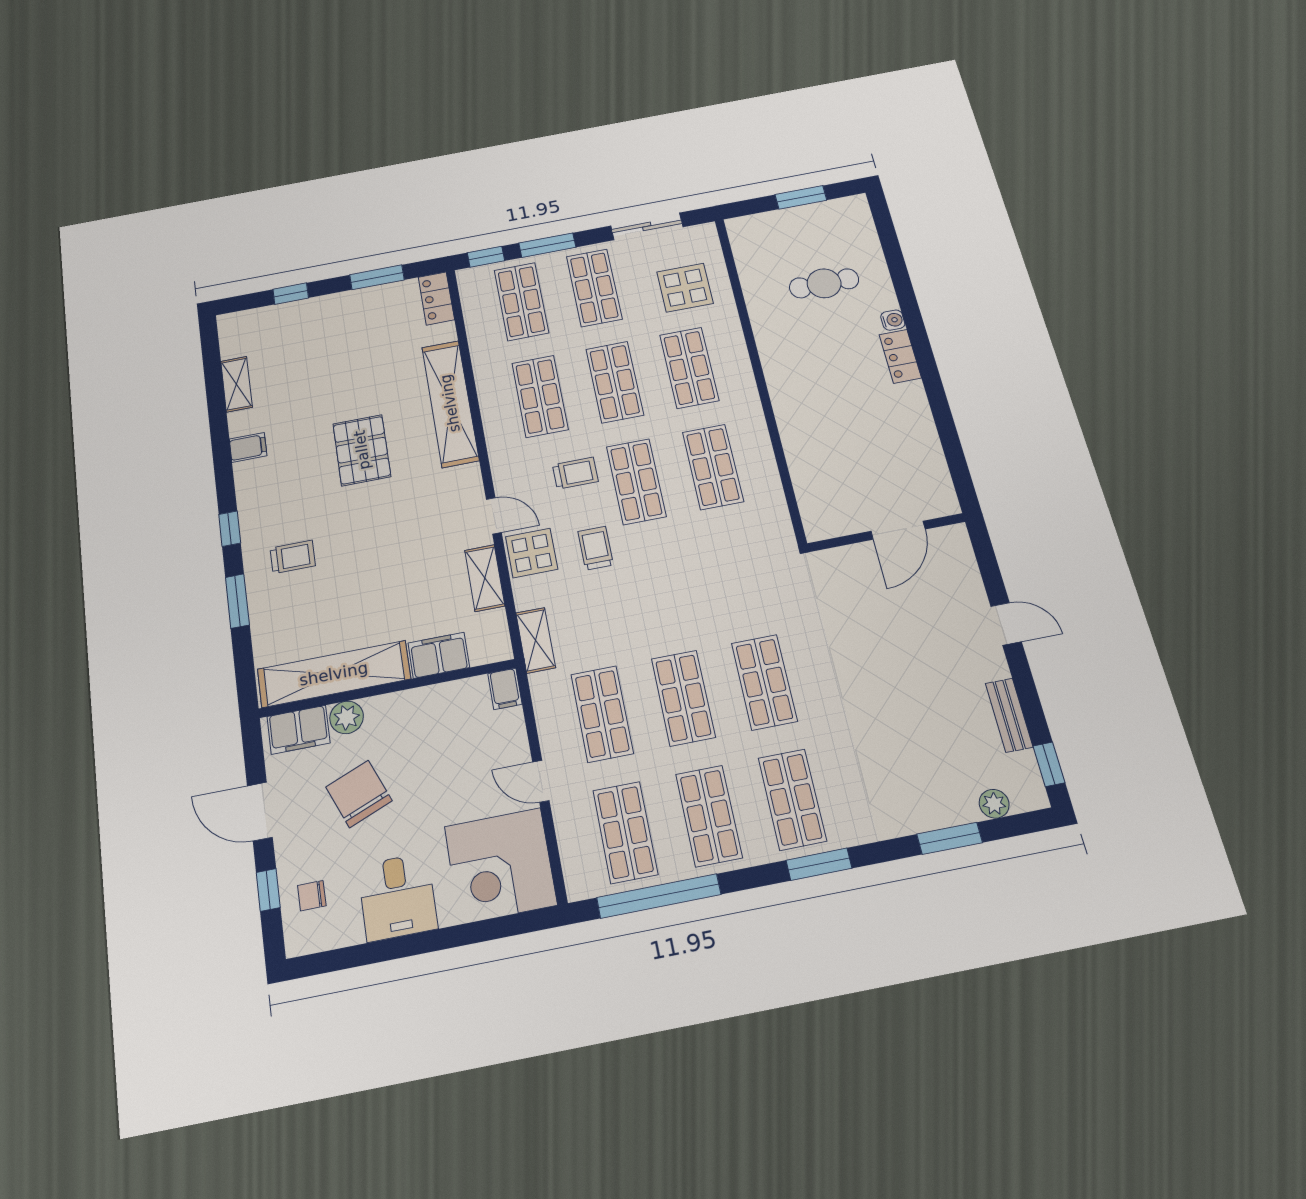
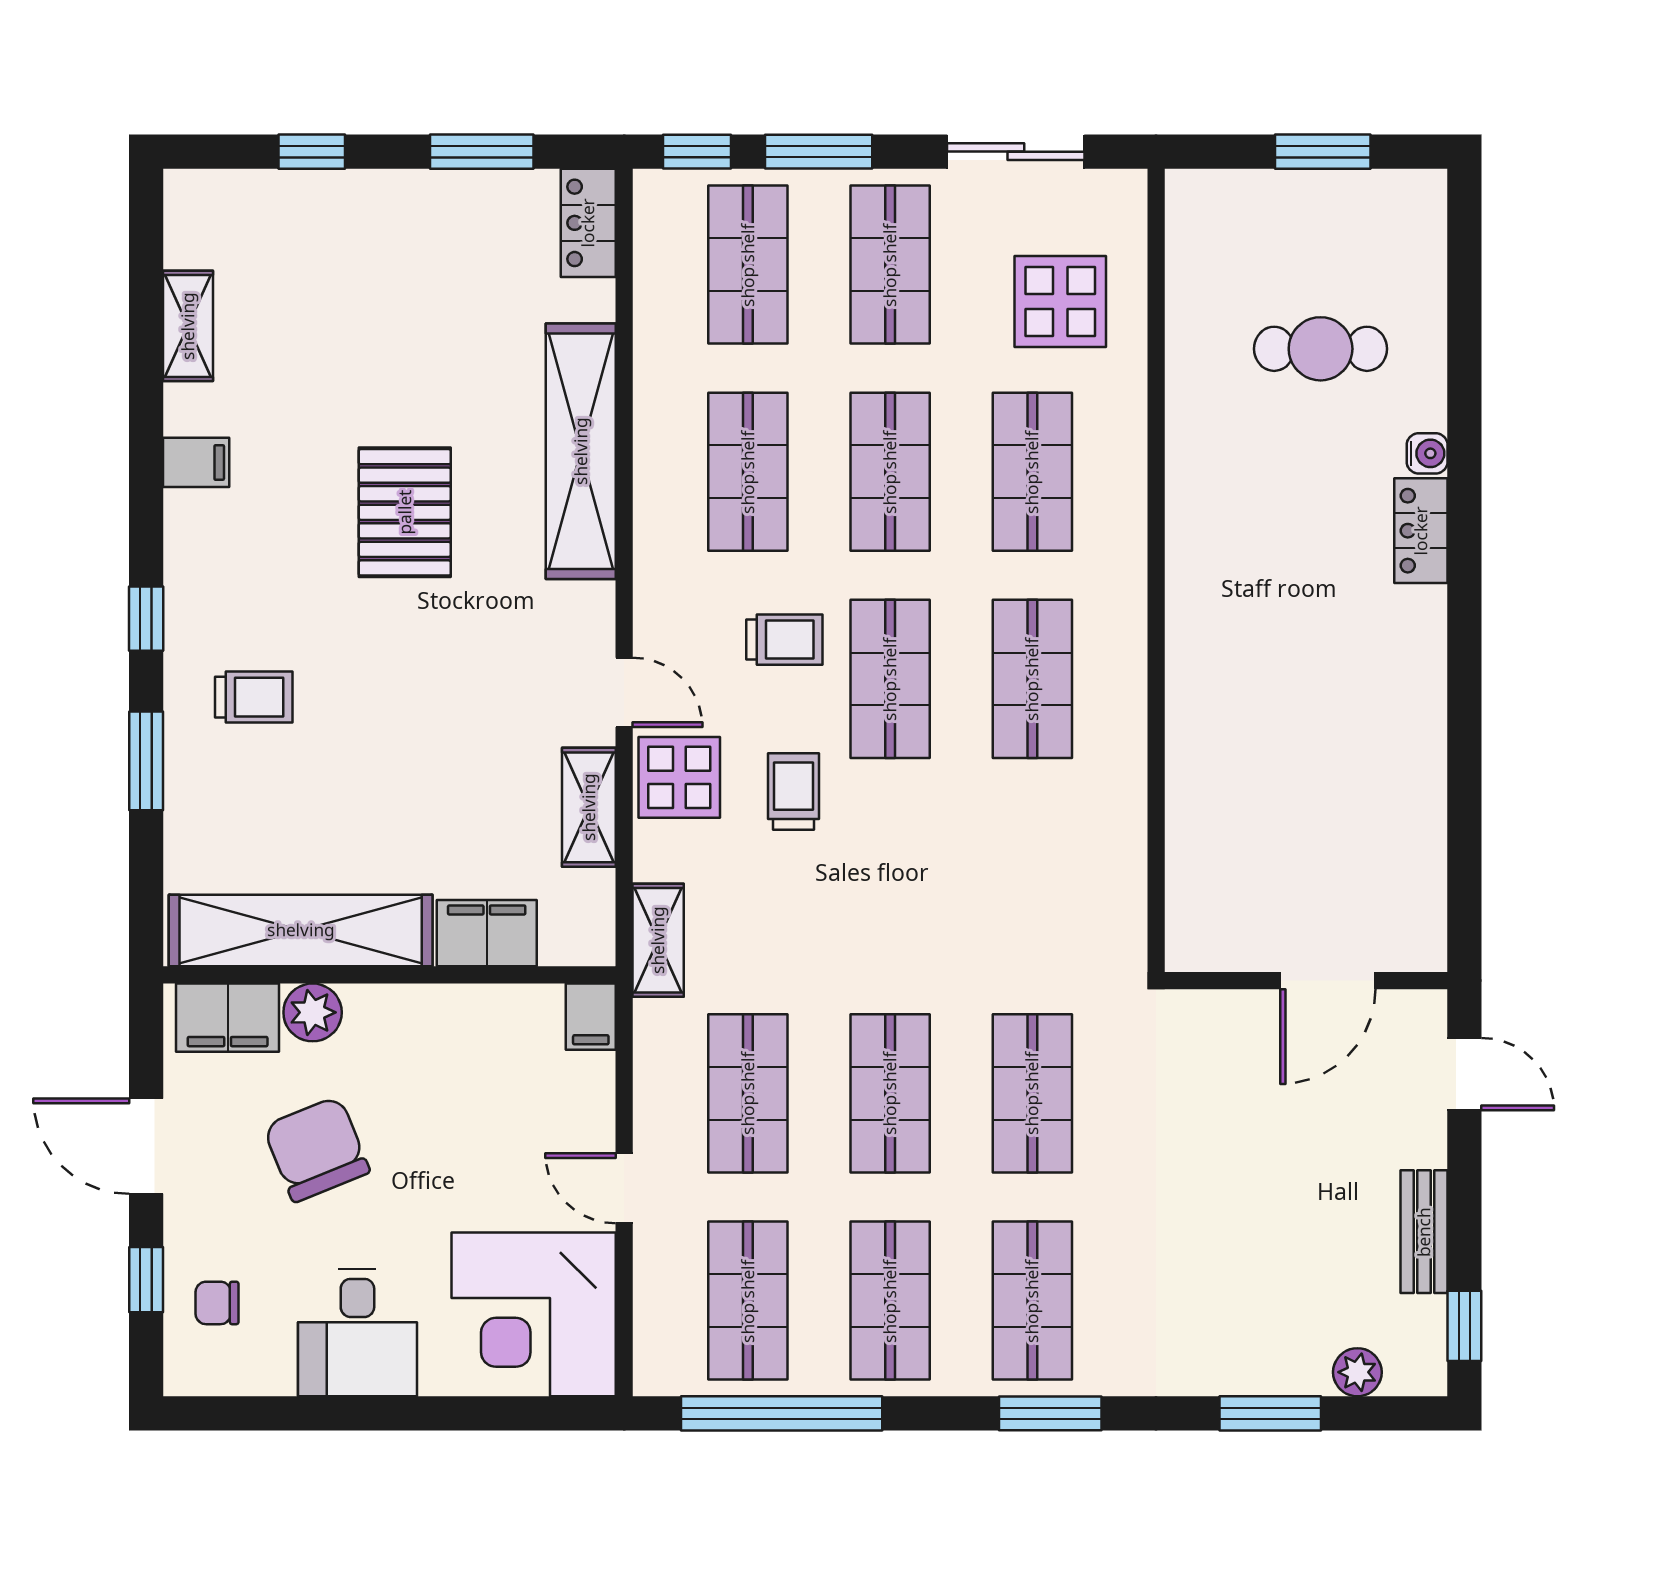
door: (898, 530) -> (1328, 981), moved
wall: (886, 533) -> (1306, 981), moved

